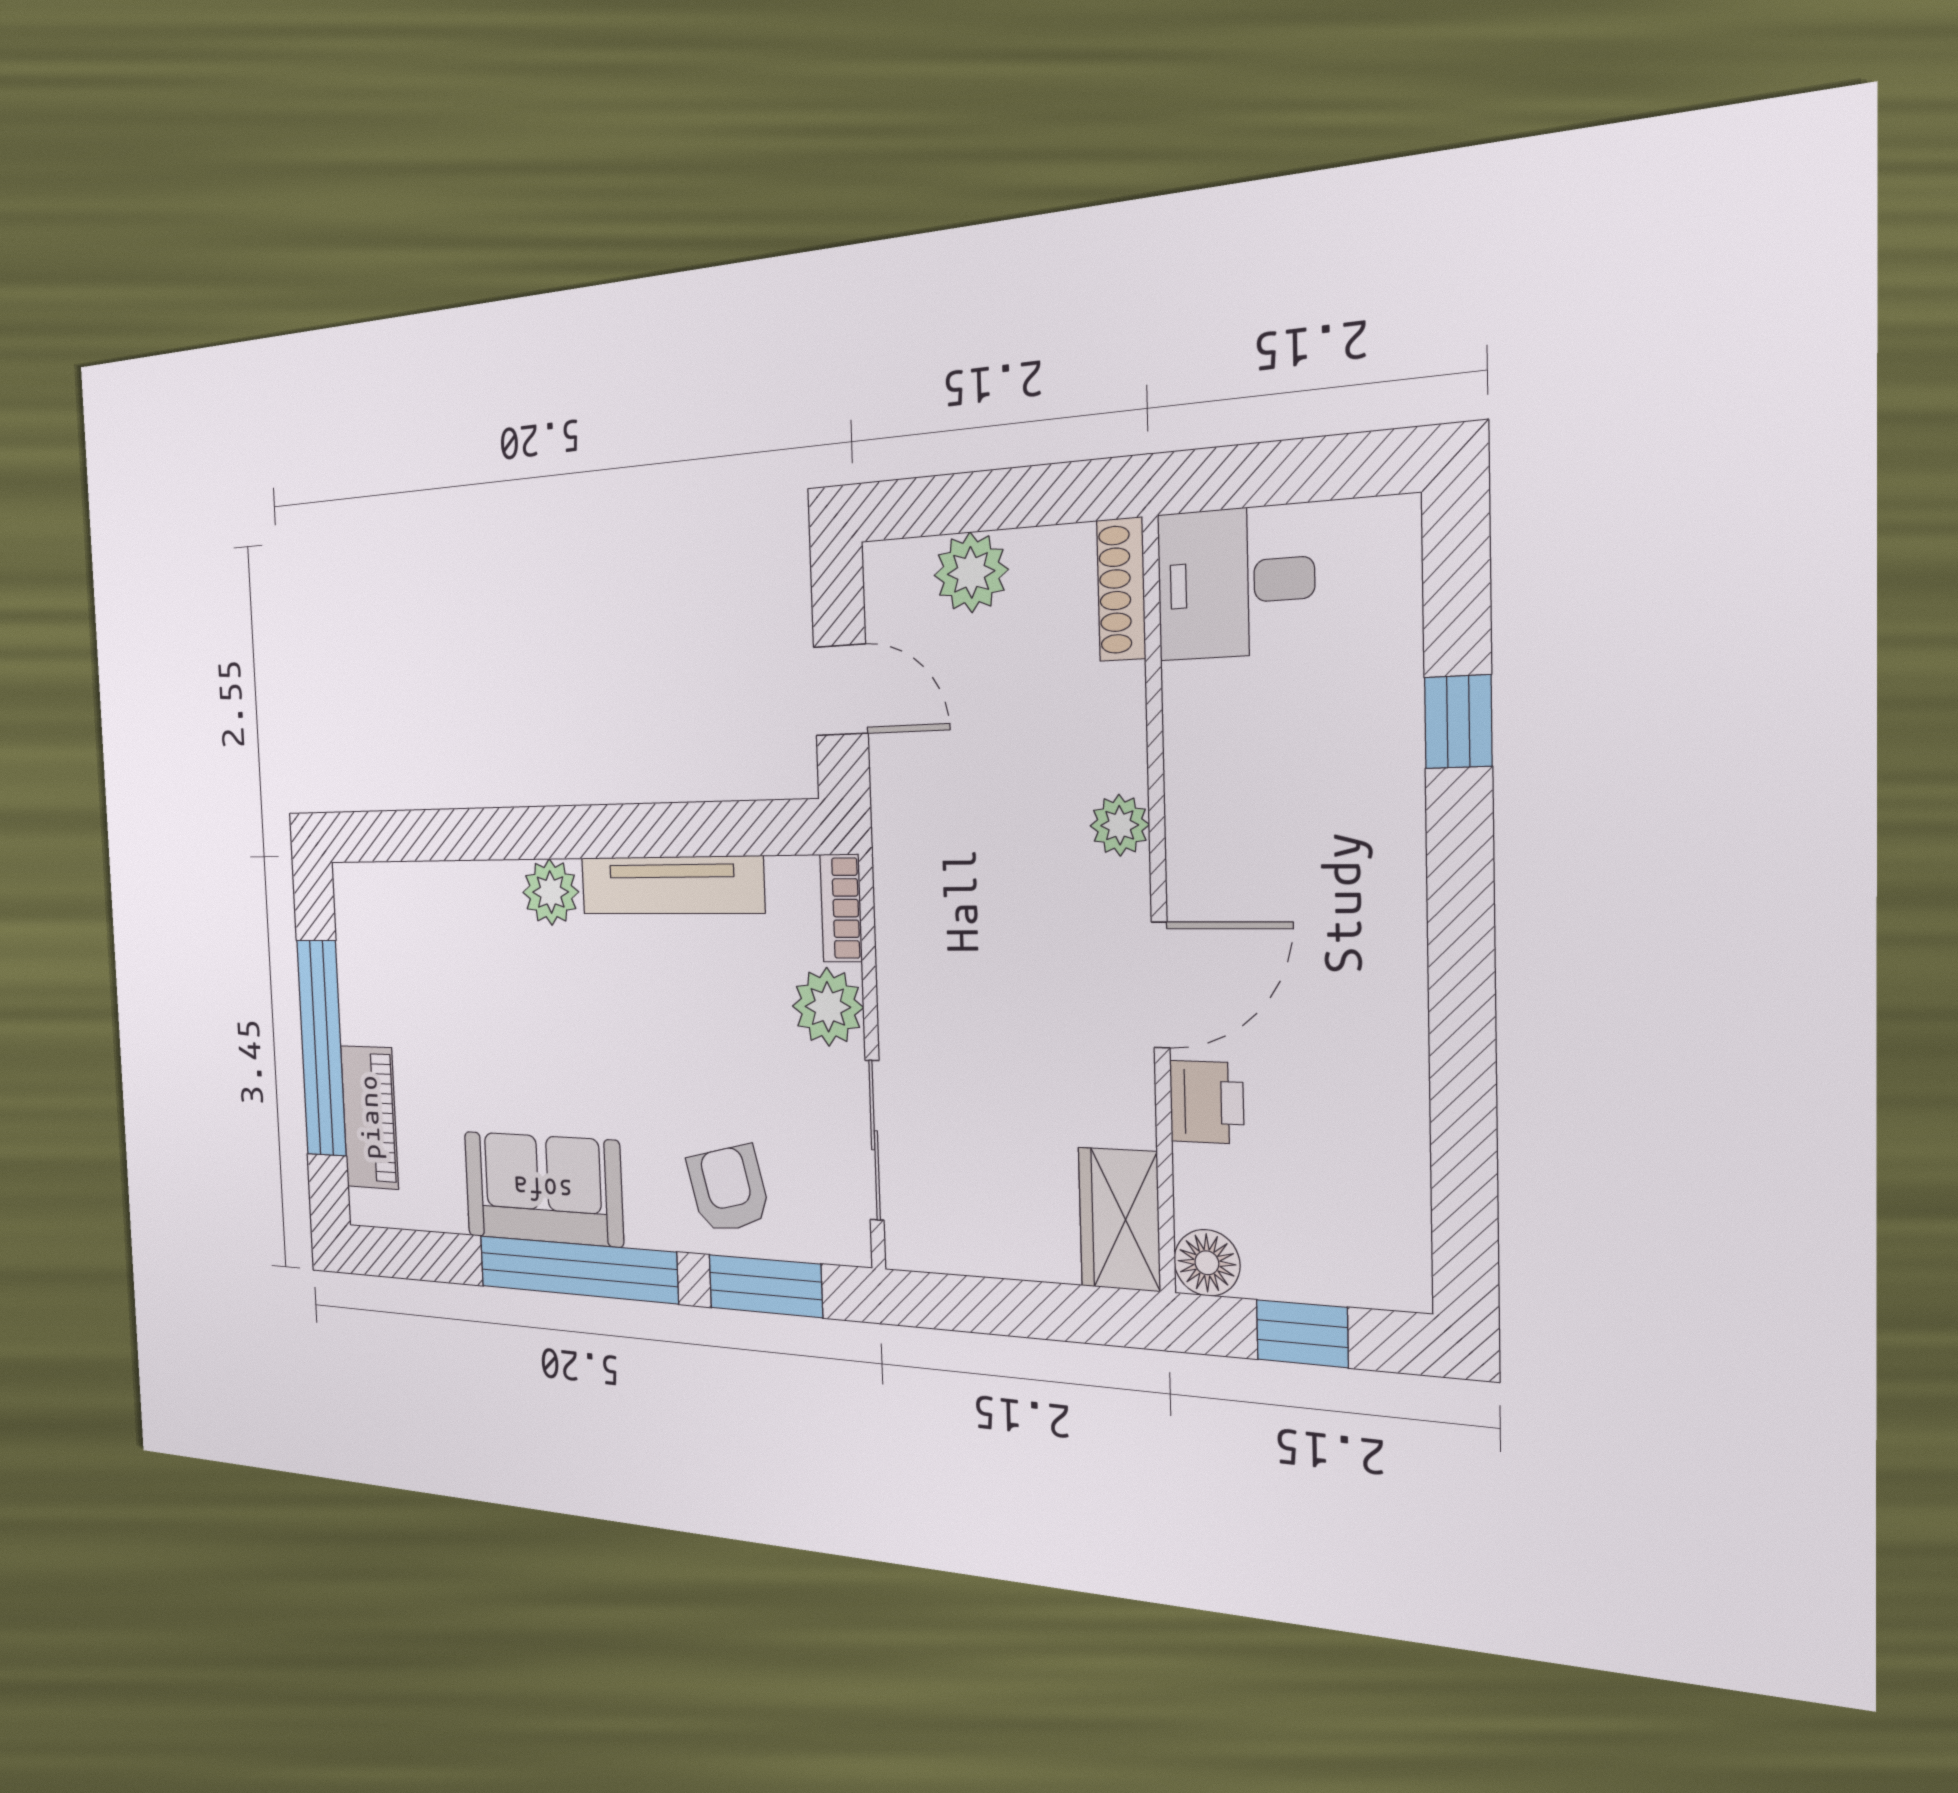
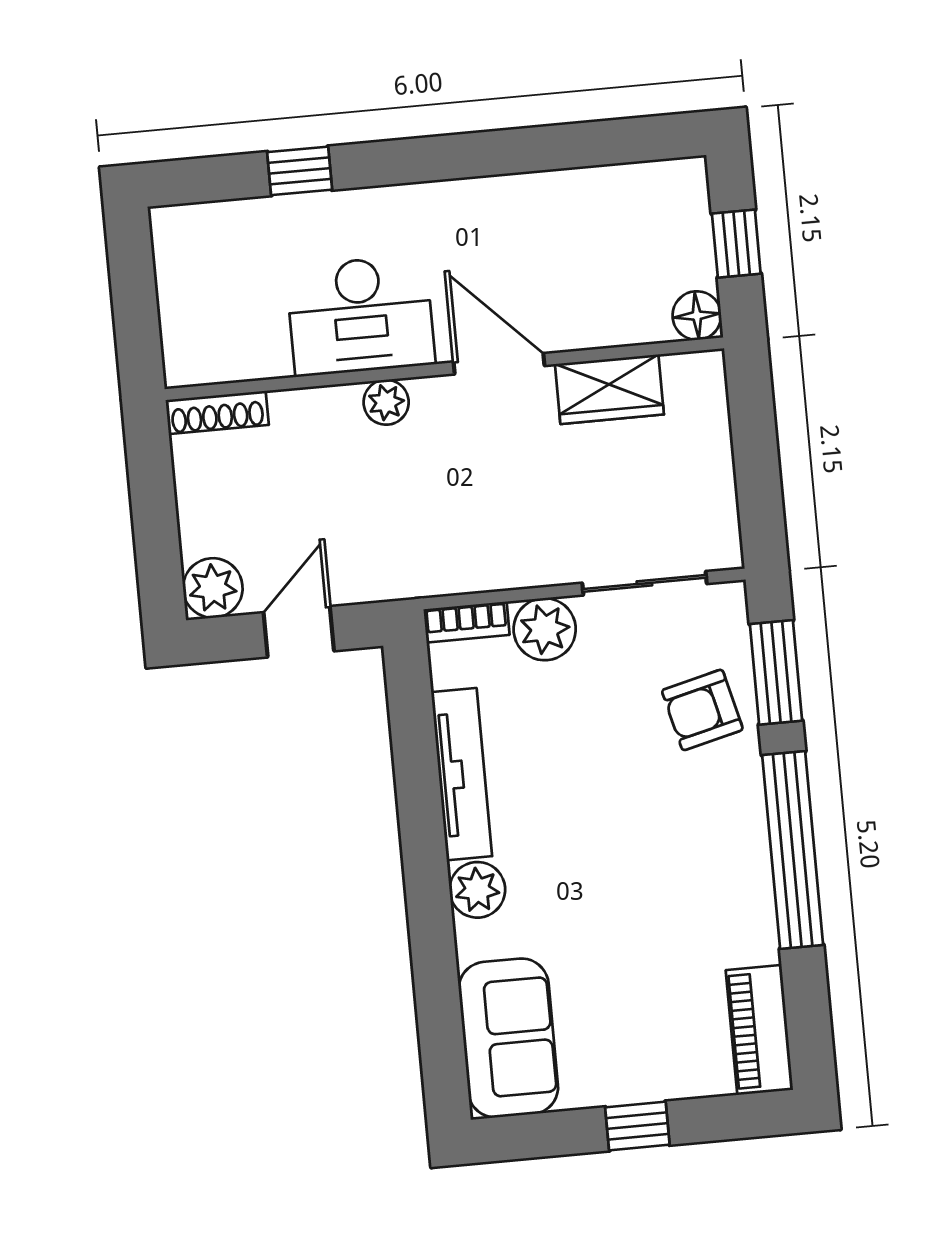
plant: (971, 572) -> (213, 588), moved
desk: (1236, 582) -> (360, 316), moved, width x1.37
window: (322, 1048) -> (637, 1126), width x0.32
printer: (1207, 1102) -> (580, 324), removed
piano: (370, 1117) -> (759, 1030), moved, turned -90
sofa: (543, 1189) -> (508, 1038), moved, turned 180
wardrobe: (1119, 1219) -> (609, 389), moved

